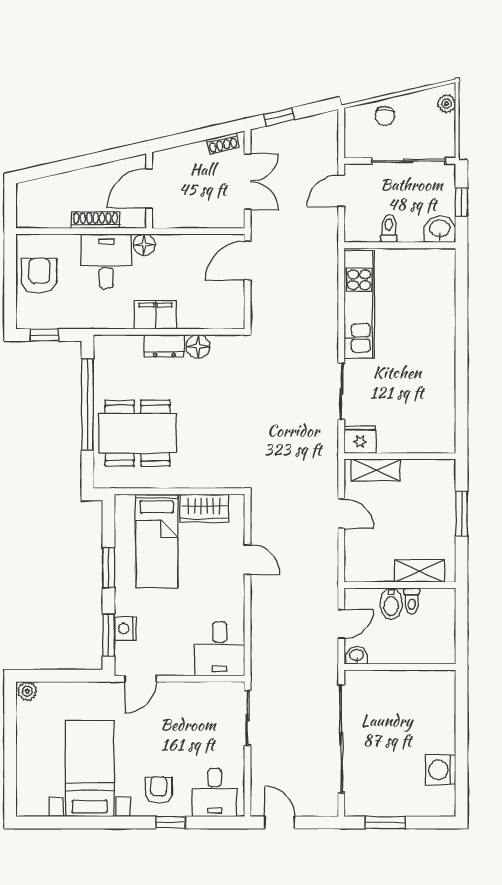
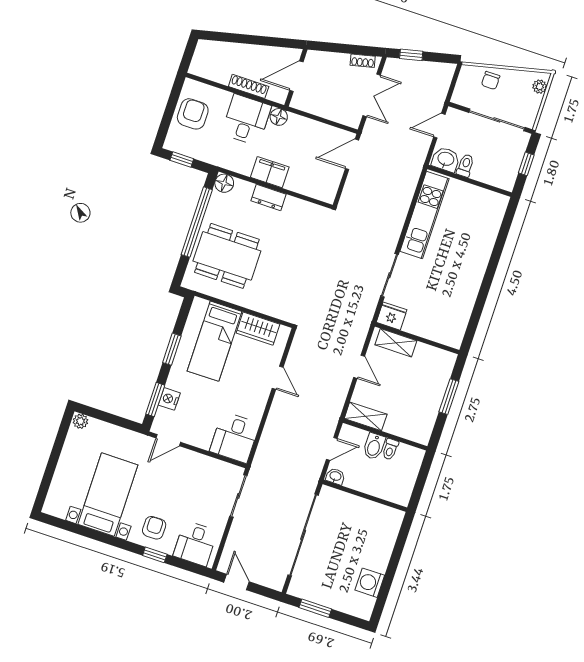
washbasin: (440, 229) -> (446, 159), moved
floor lamp: (198, 346) -> (224, 183), moved
shelving: (420, 571) -> (366, 416), moved

